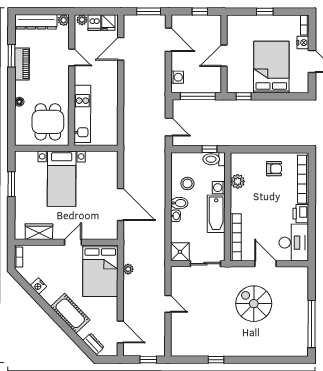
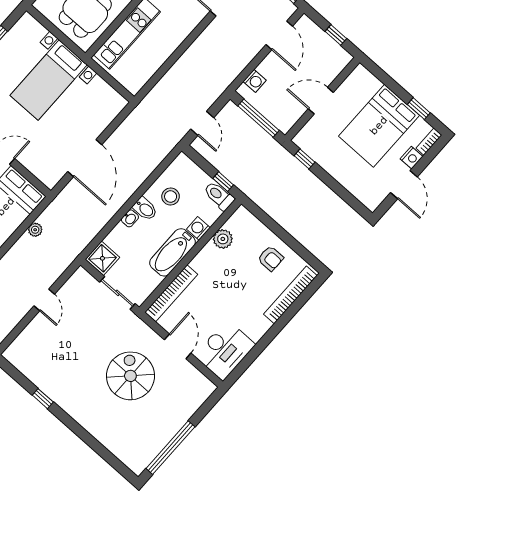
window: (265, 12) -> (419, 109), moved
bed: (271, 67) -> (379, 126), moved, turned 180
printer: (301, 214) -> (258, 327), removed

